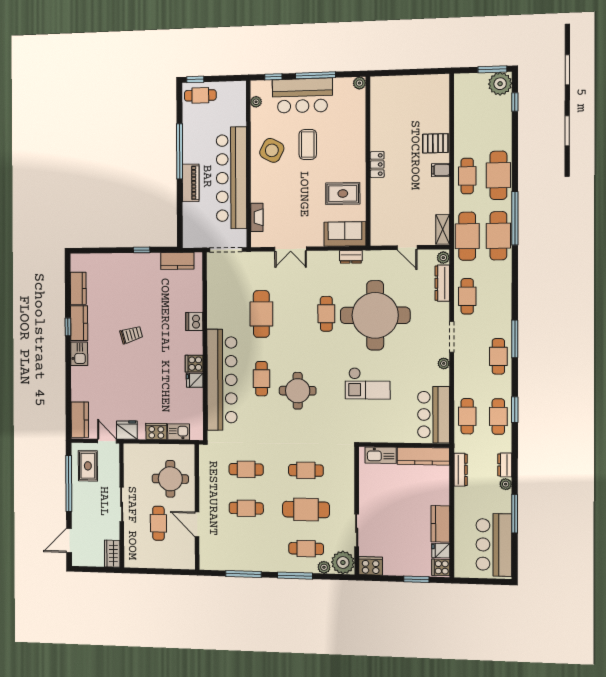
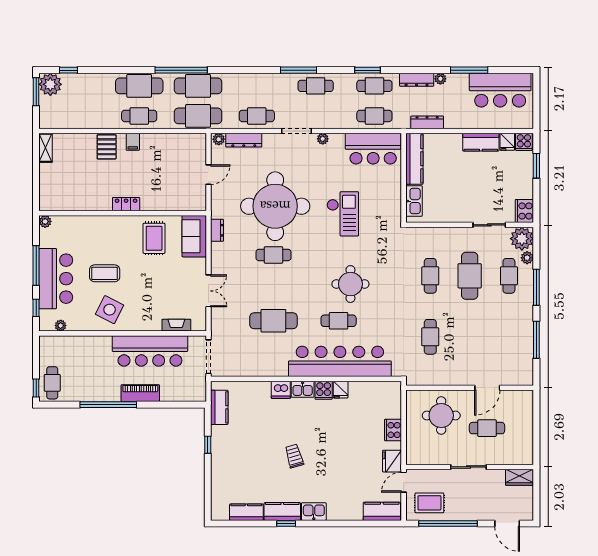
bar counter: (231, 178) -> (150, 351), width x0.73
shelving: (443, 229) -> (46, 148), moved, turned 90
kitchen sink: (179, 432) -> (303, 389), moved, turned -90
dresser: (505, 465) -> (417, 80), width x1.44
cafe table: (246, 508) -> (470, 337), removed

